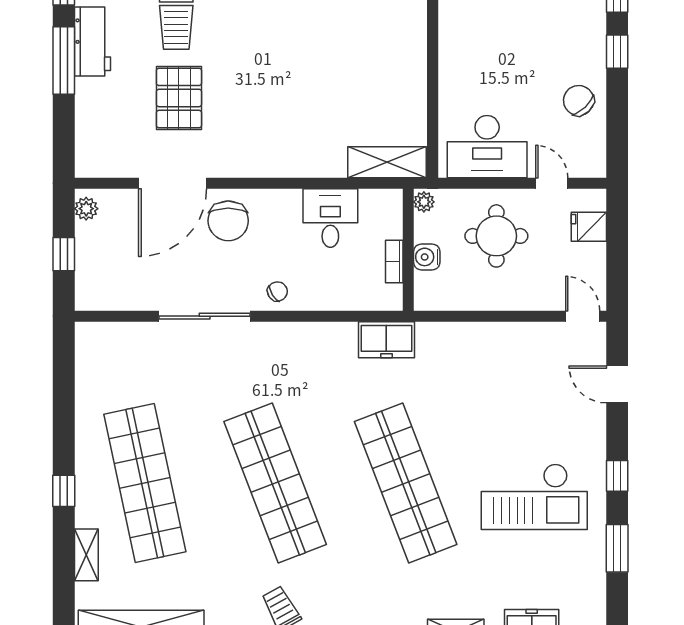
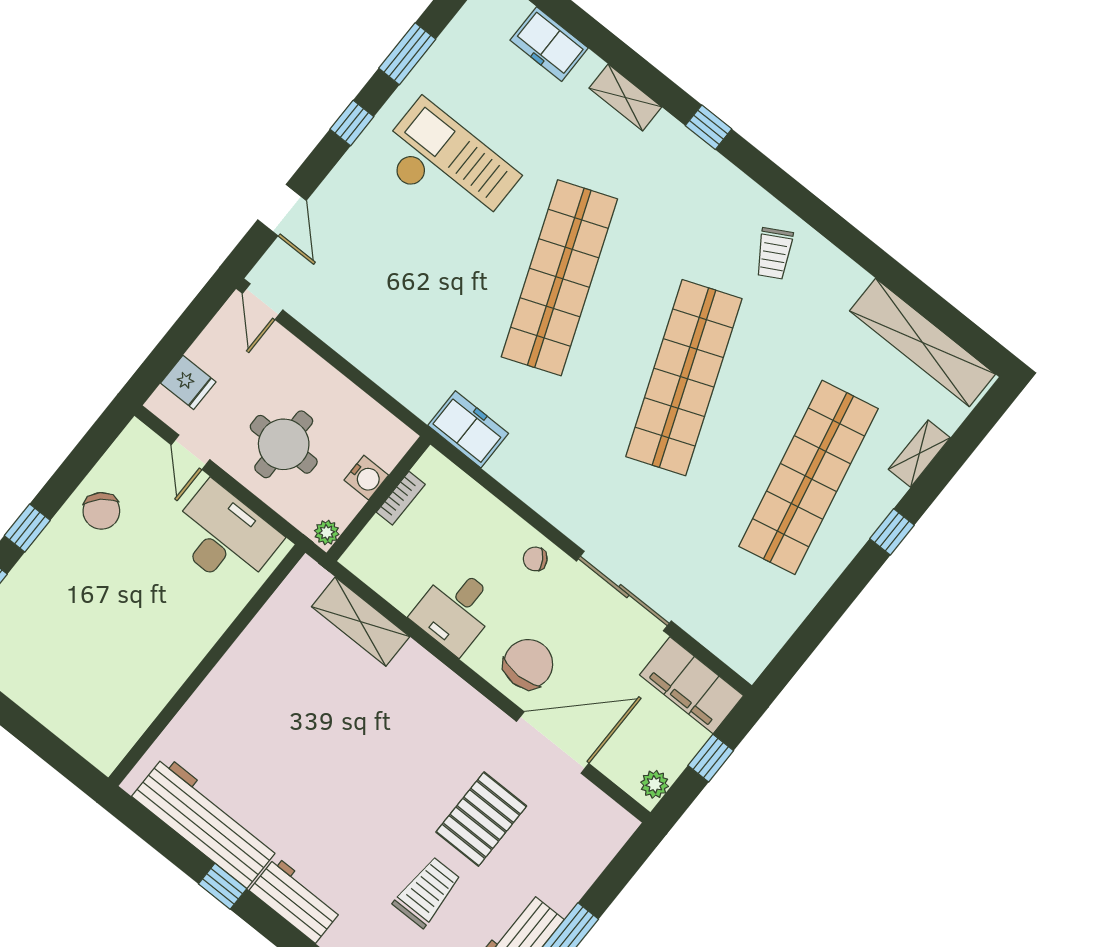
shelving: (387, 162) -> (361, 622), moved
desk: (330, 218) -> (456, 610), moved
filing cabinet: (113, 291) -> (692, 685), added

